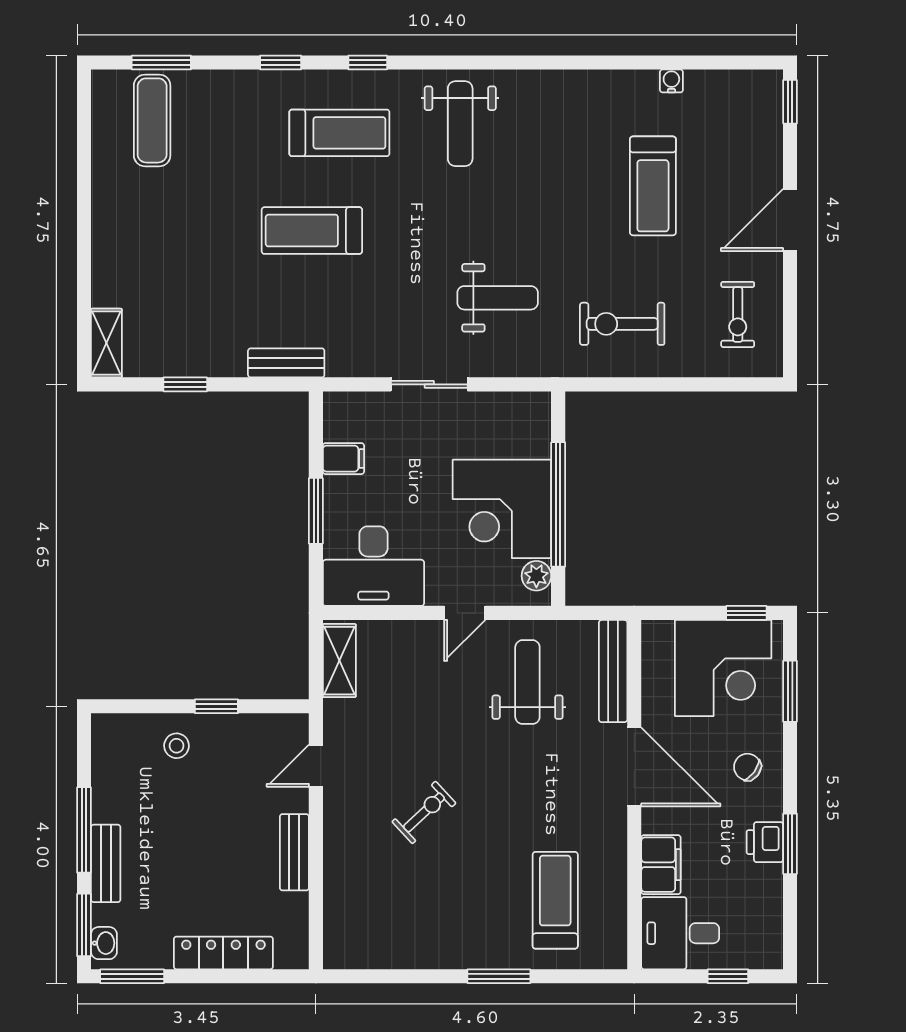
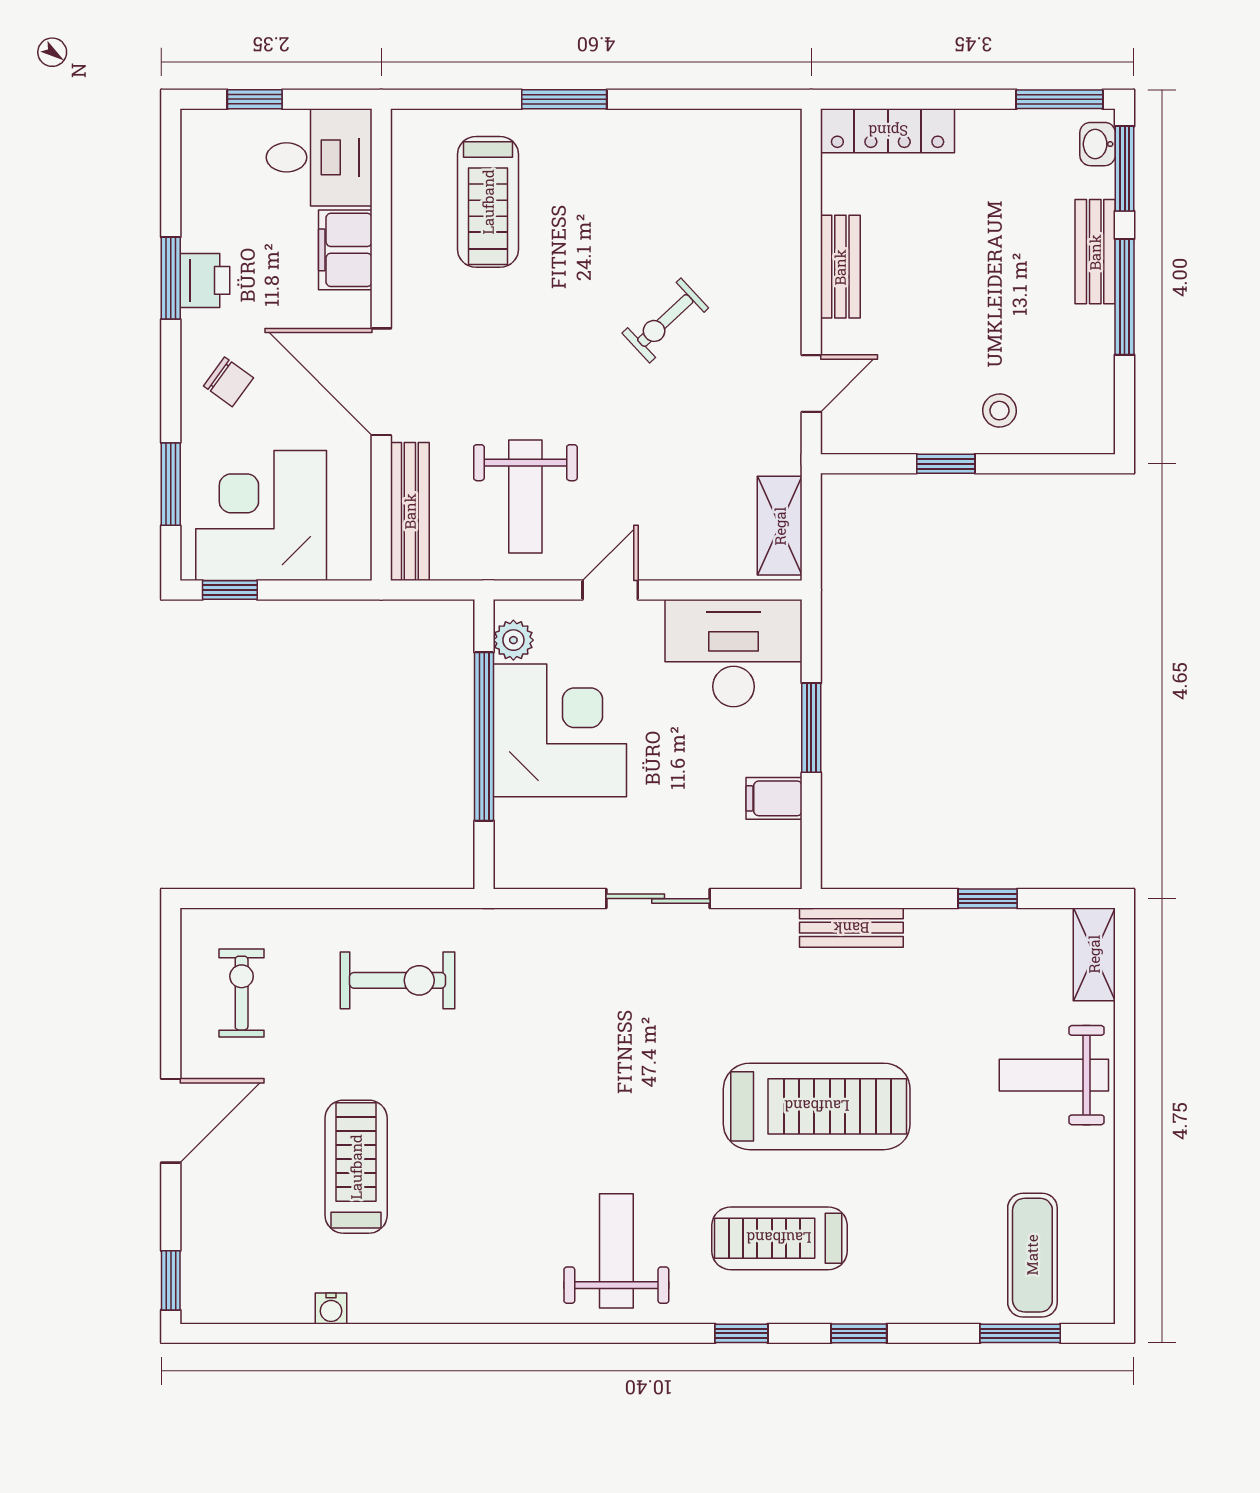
treadmill: (312, 231) -> (817, 1106), width x1.37, depth x1.38
weight bench: (498, 298) -> (1054, 1075), moved
locker: (223, 953) -> (888, 131), moved

